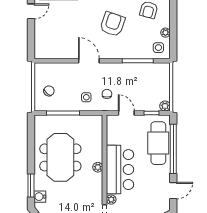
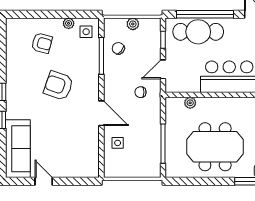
door: (89, 61) -> (101, 113), swing flipped
chair: (49, 91) -> (118, 48), moved
side table: (86, 97) -> (118, 143), moved
plant: (165, 106) -> (133, 24), moved
plant: (98, 167) -> (190, 103), moved

